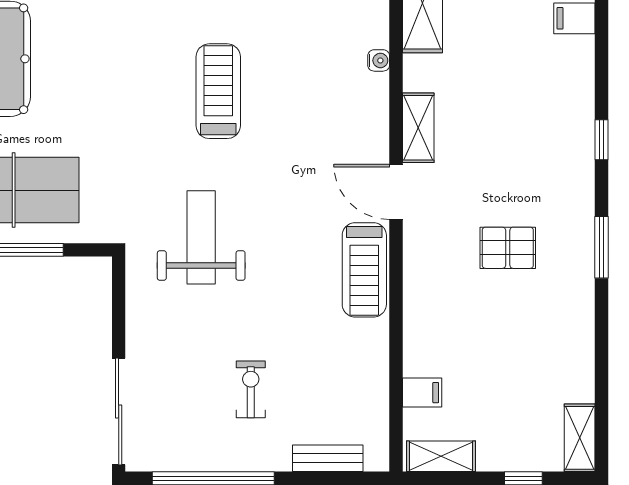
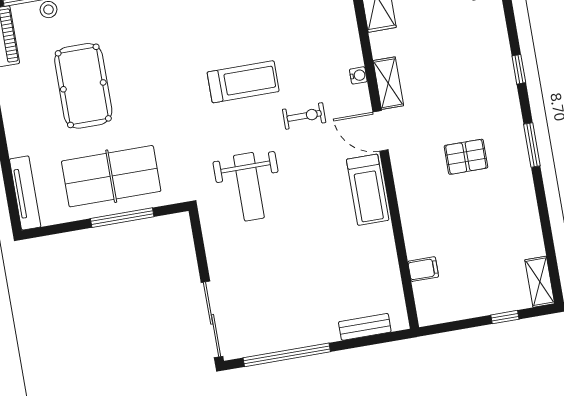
water cooler: (379, 60) -> (358, 75), moved
treadmill: (218, 91) -> (243, 82), turned 90
weight bench: (201, 237) -> (249, 187), turned 180
exercise bike: (251, 389) -> (304, 116), moved, turned 90
shelving: (441, 456) -> (444, 312), removed

